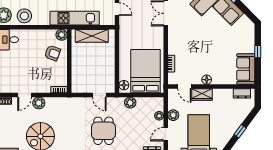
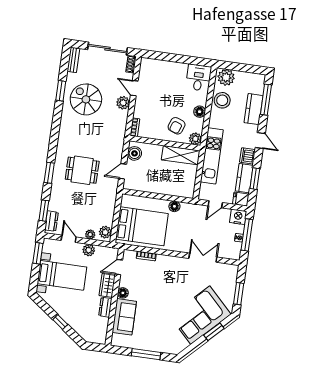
floor lamp: (37, 34) -> (200, 112), added
shelving: (92, 36) -> (181, 155), moved, turned 90
window: (258, 52) -> (146, 354), width x2.17
sofa: (246, 69) -> (124, 317), moved, turned 90
floor lamp: (124, 85) -> (174, 206), moved
boiler: (82, 87) -> (134, 153), added
dresser: (242, 93) -> (105, 307), moved
plant: (130, 103) -> (105, 232), moved

